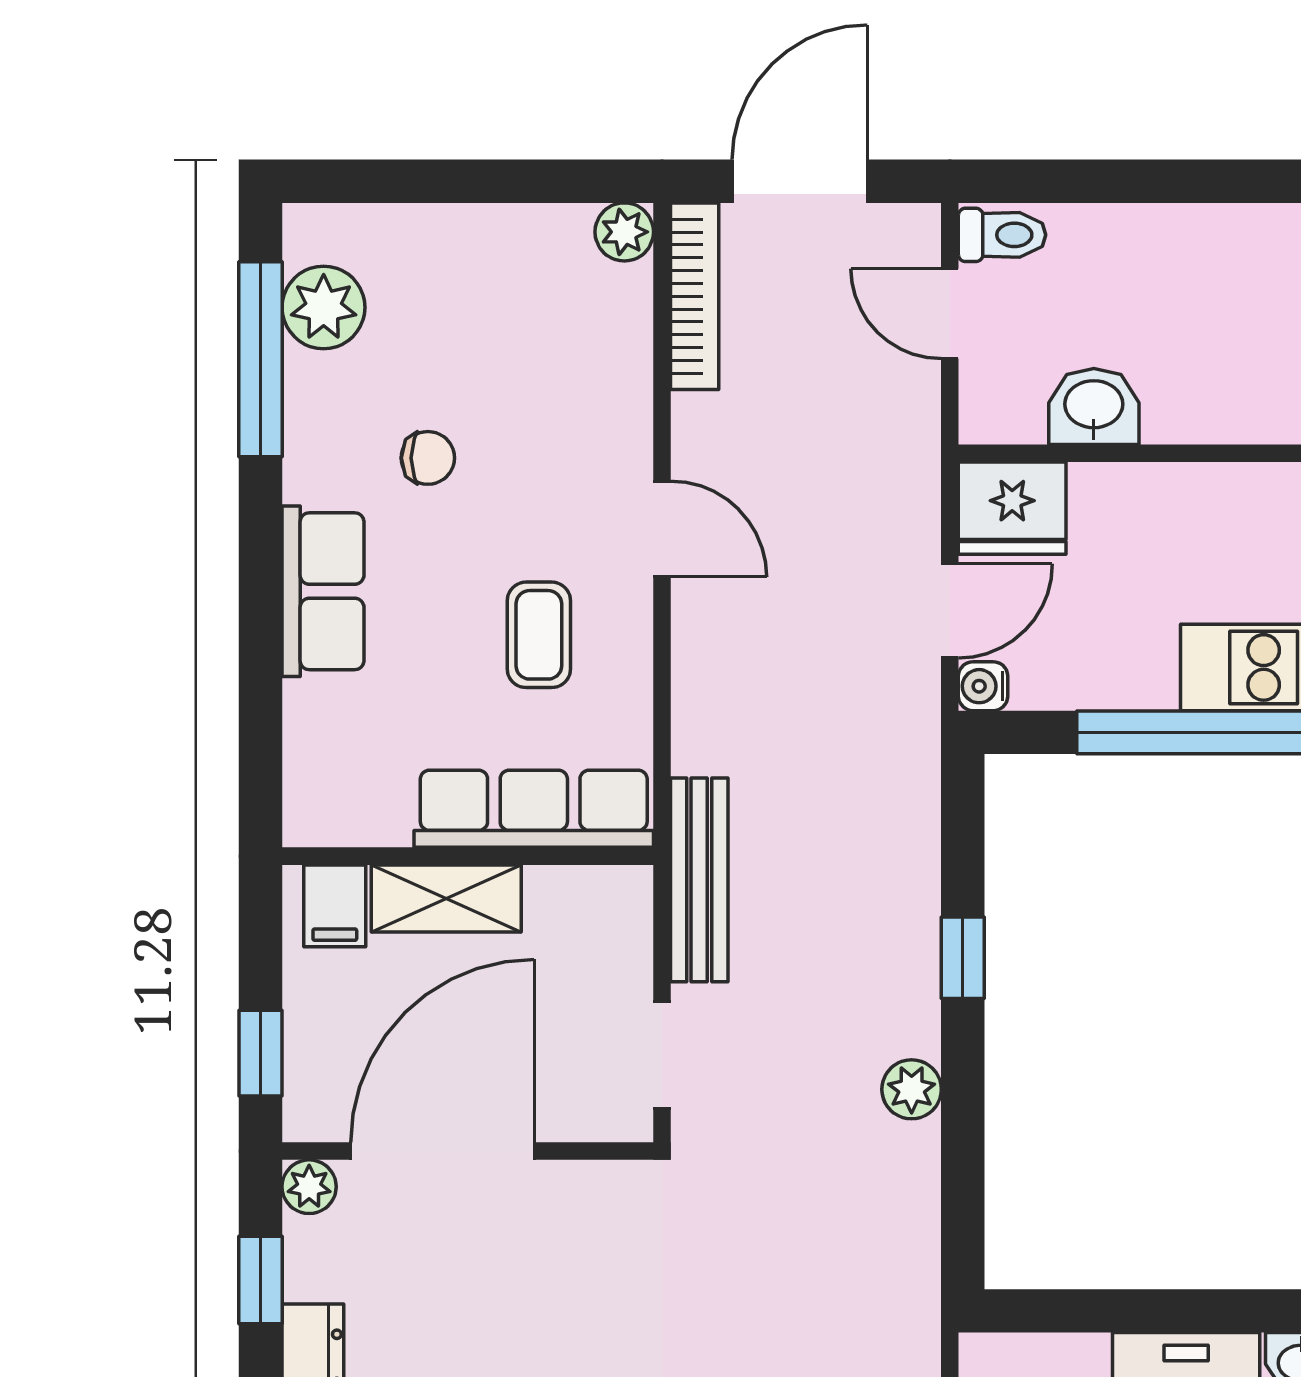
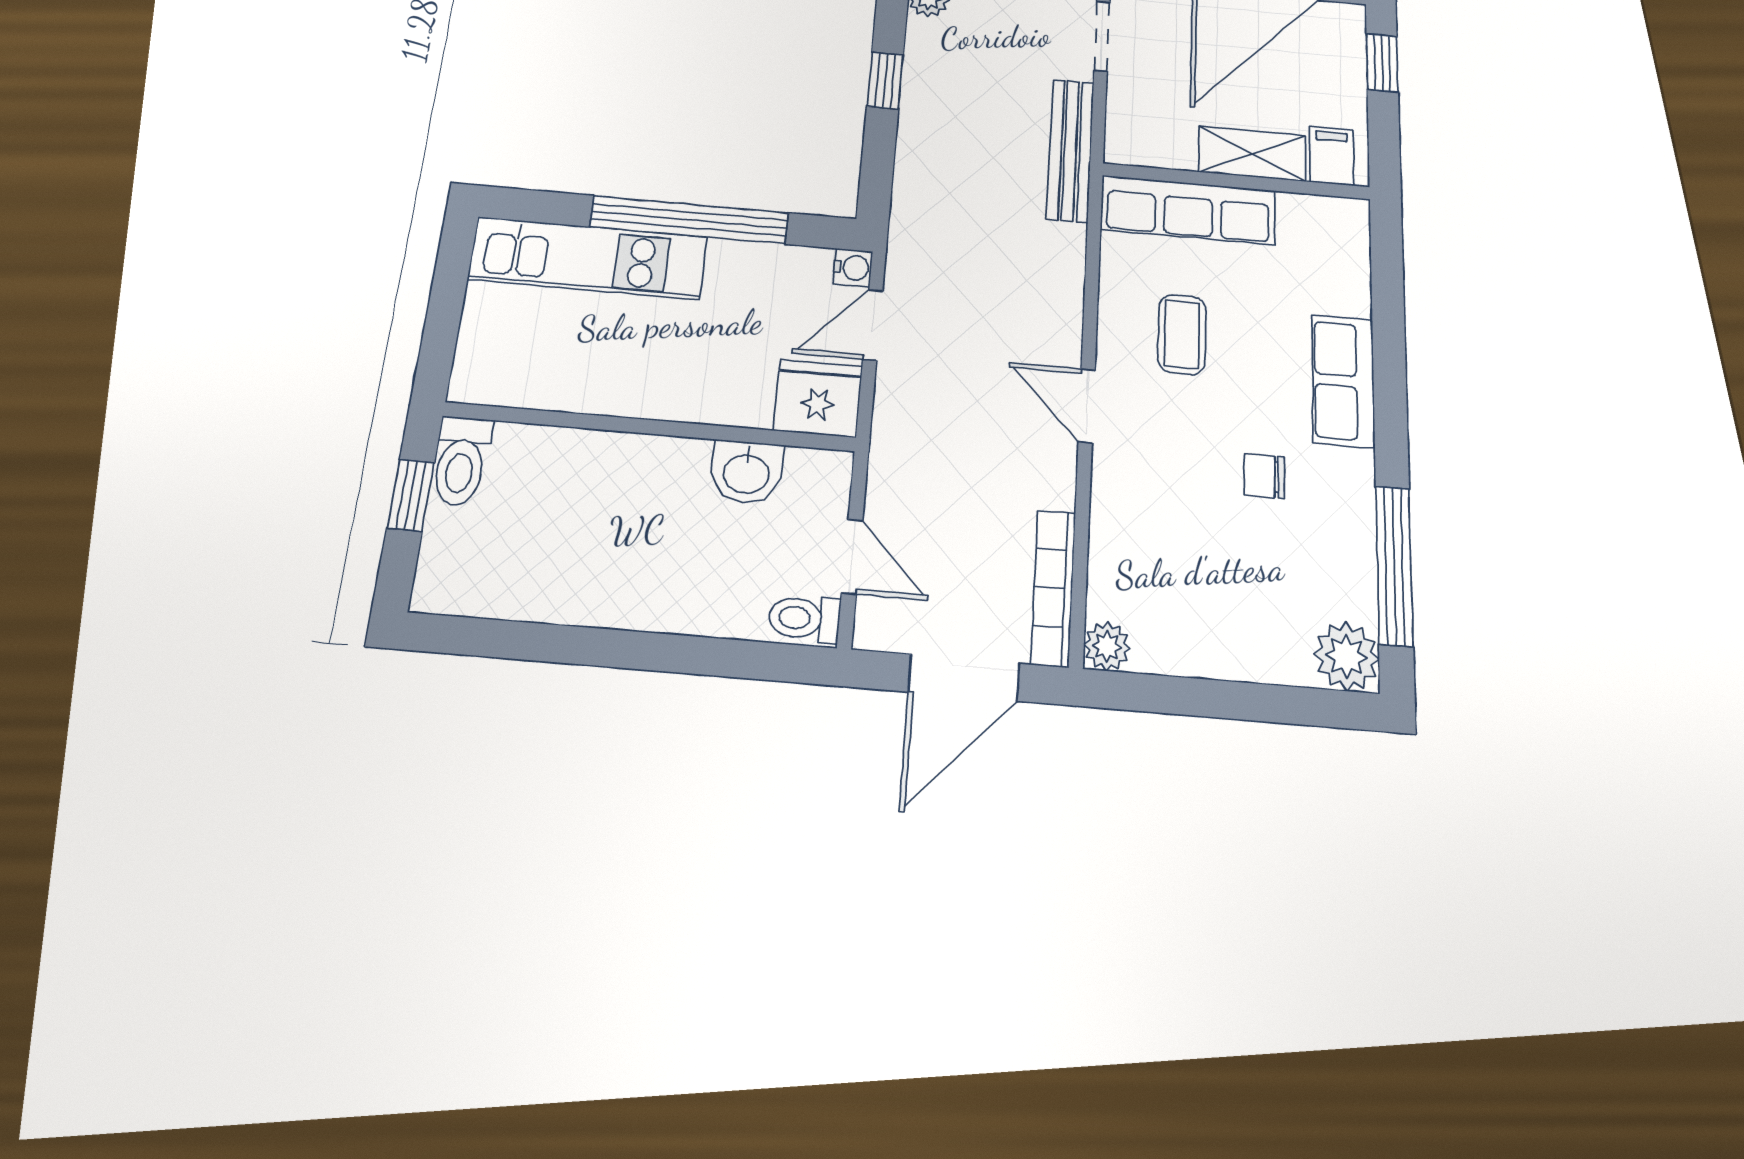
plant: (324, 307) -> (1347, 656), moved

